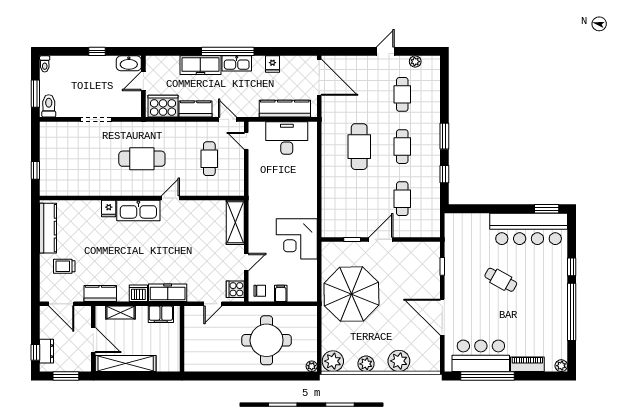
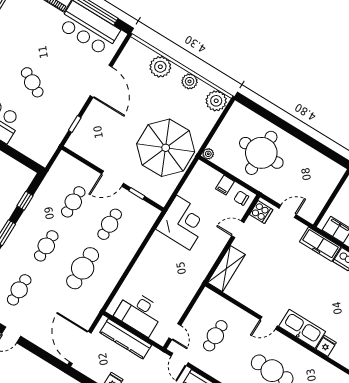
cafe table: (359, 199) -> (110, 224), added
plant: (312, 366) -> (208, 154), moved

